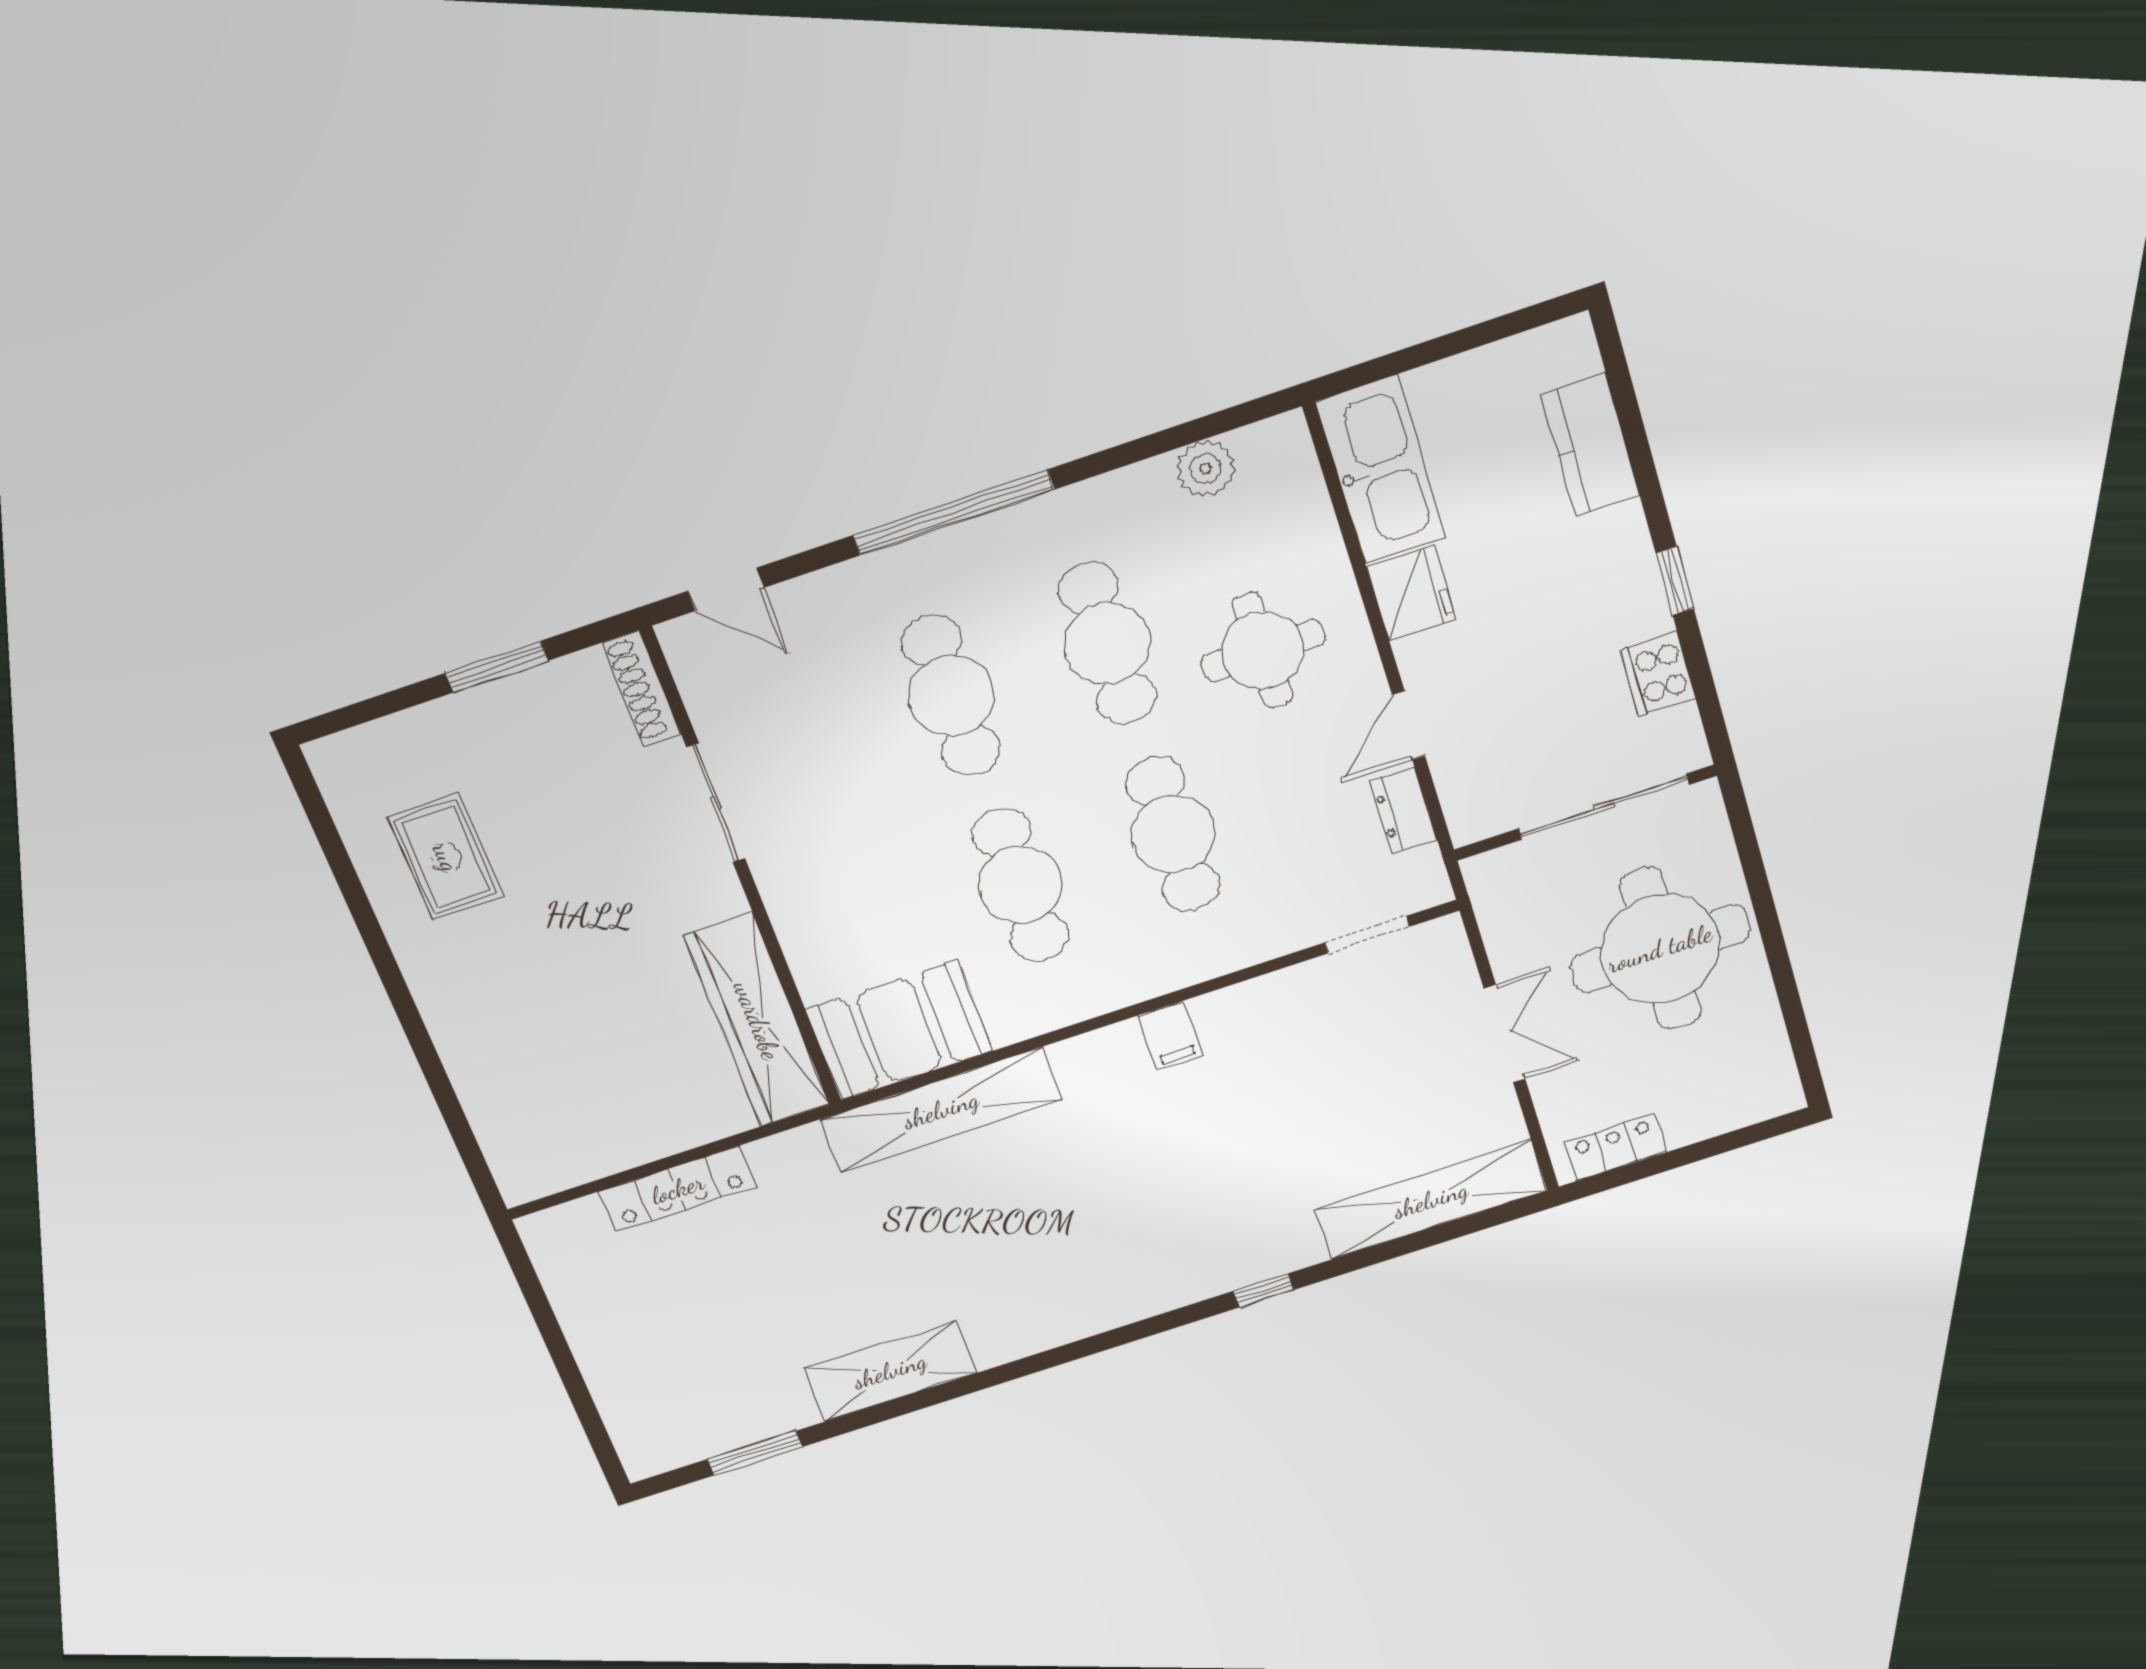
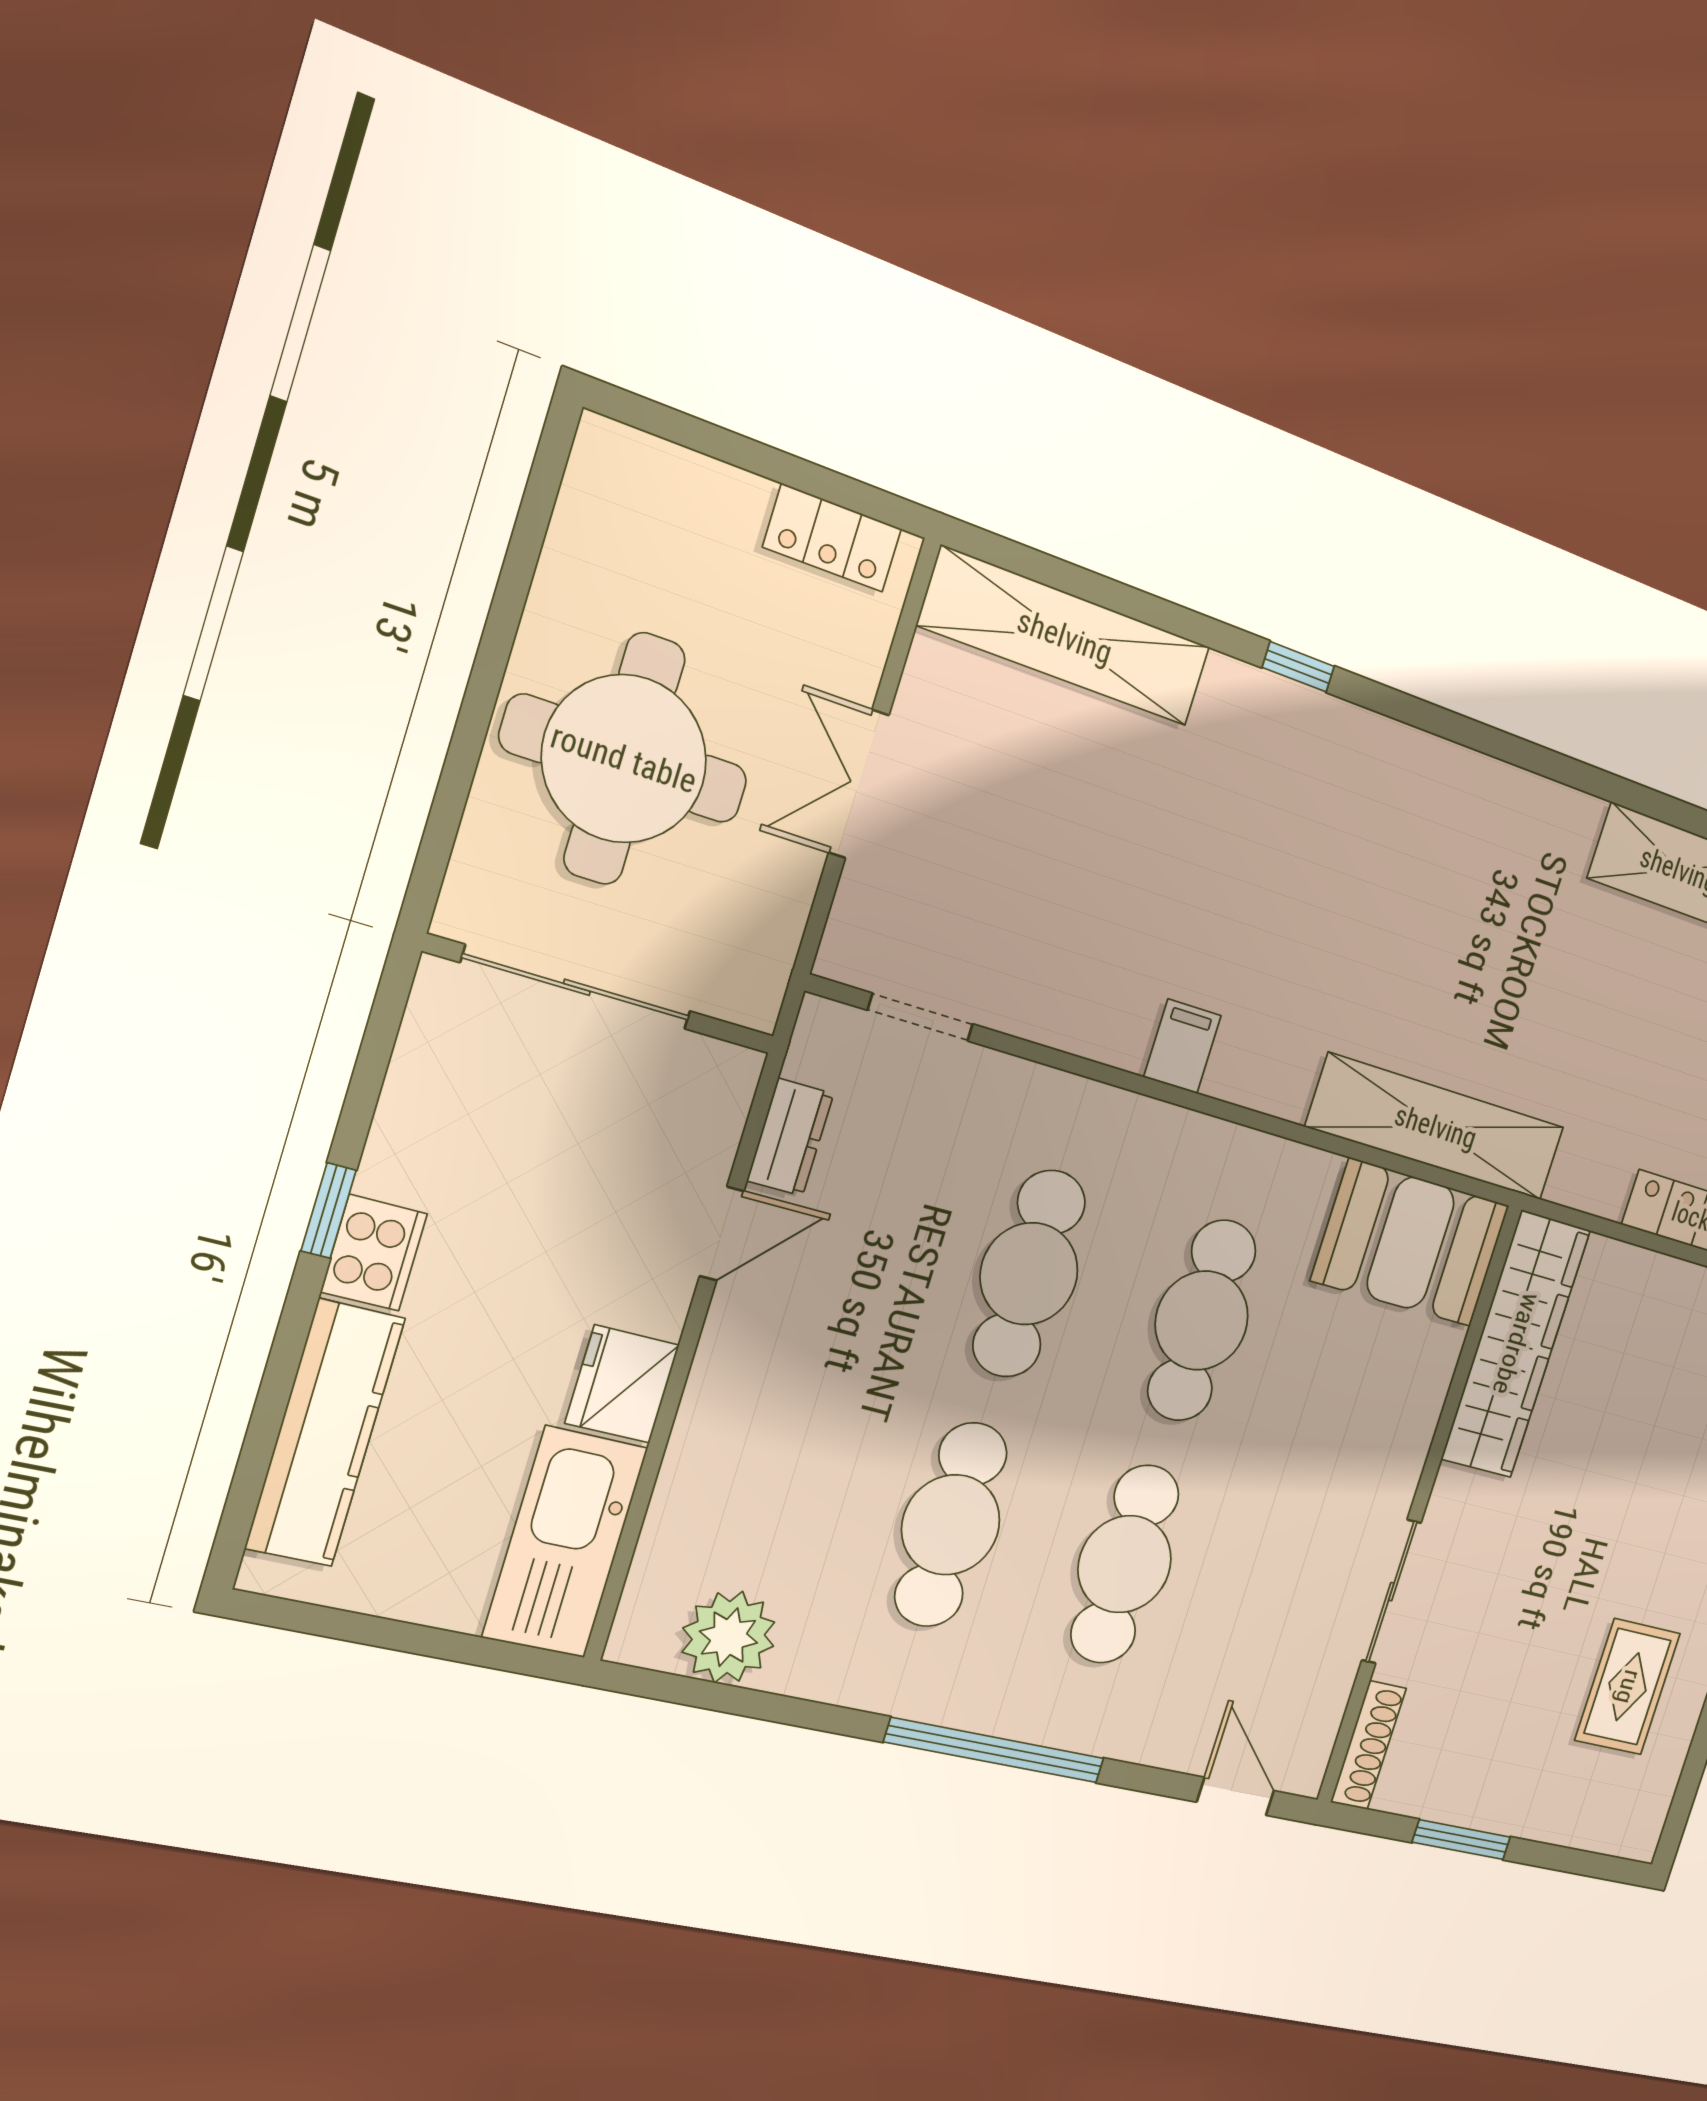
kitchen counter: (1590, 445) -> (325, 1433), width x1.50
plant: (1205, 469) -> (728, 1637), width x1.36, depth x1.36
round table: (1263, 650) -> (811, 1419), removed
cooker: (1658, 674) -> (374, 1253), moved

